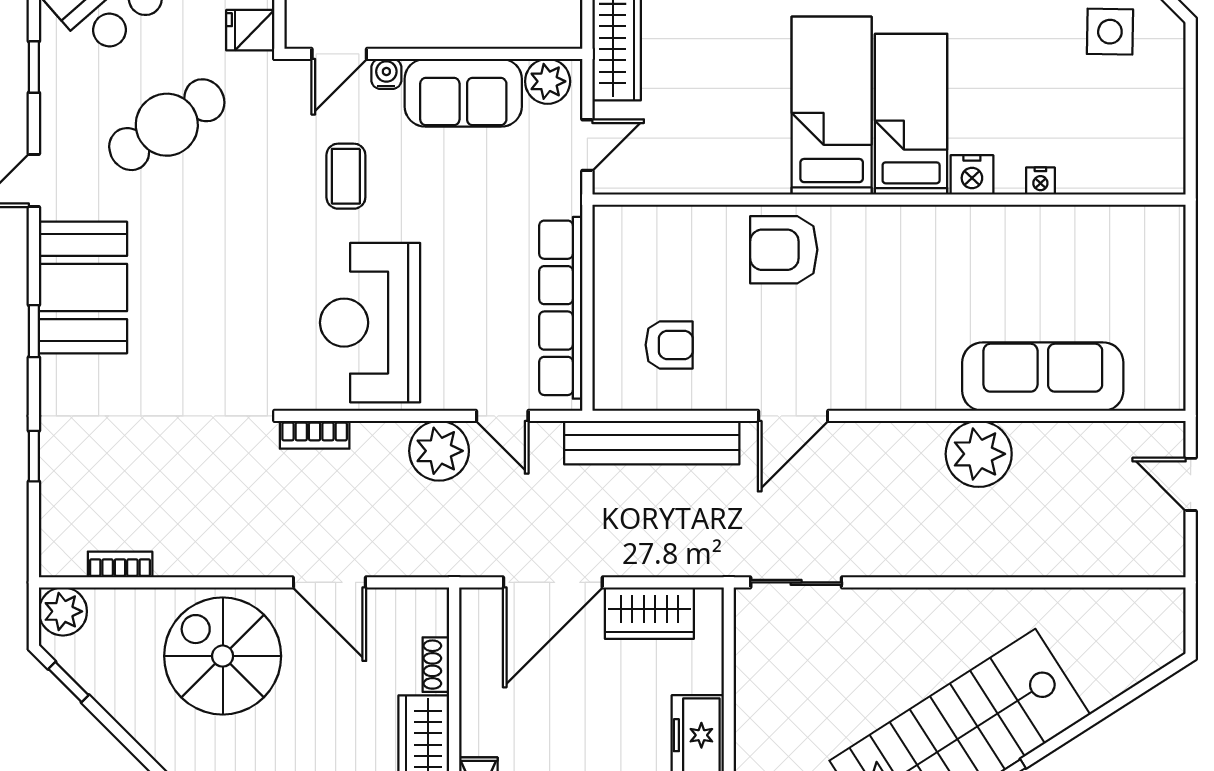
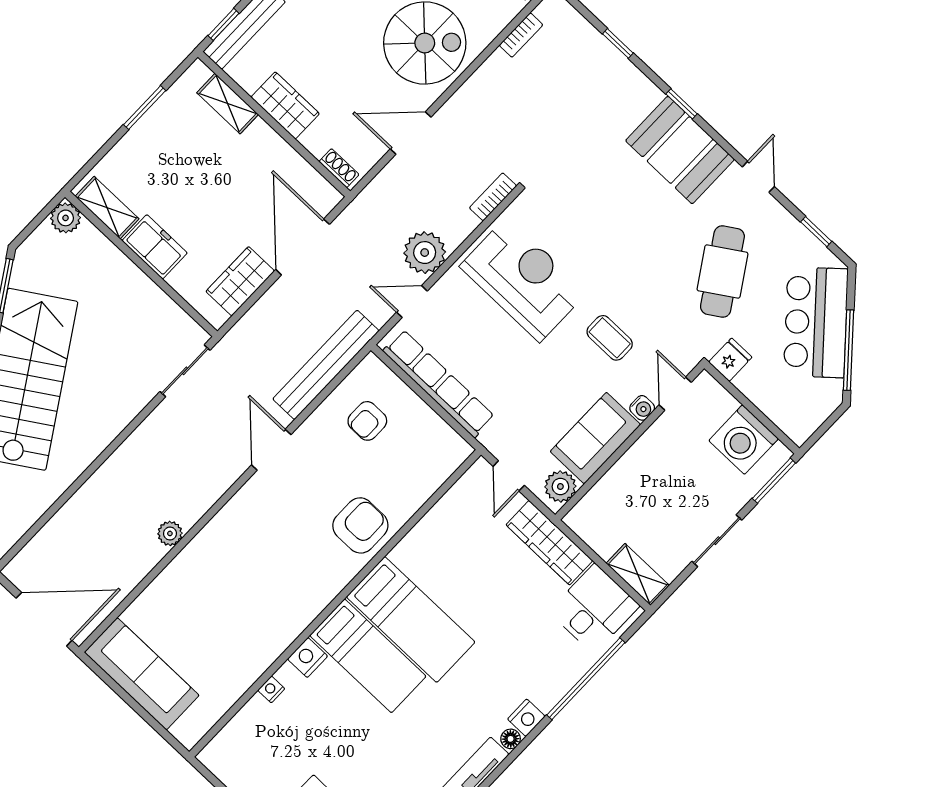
sofa: (1043, 377) -> (142, 674), moved, turned -90
plant: (979, 454) -> (170, 533), width x0.53, depth x0.53
door: (1191, 484) -> (44, 619), width x1.87
shoe rack: (436, 665) -> (339, 168), moved

